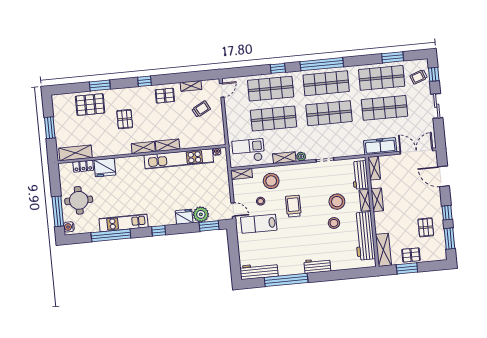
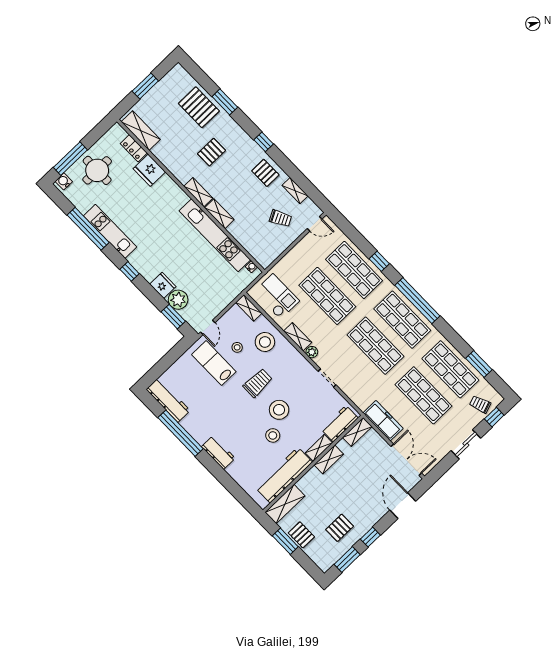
stool: (337, 202) -> (279, 410), moved

